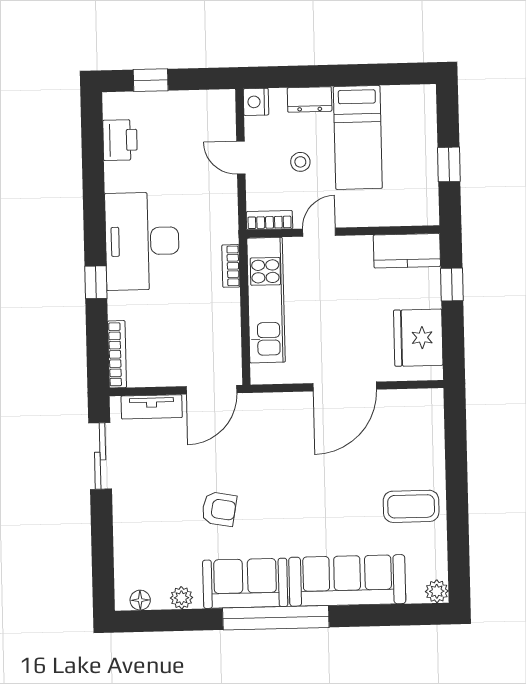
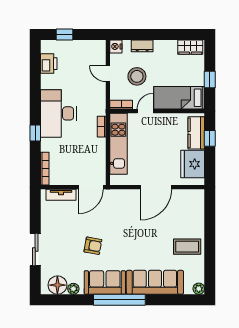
wardrobe: (408, 99) -> (190, 47), added
bed: (358, 137) -> (179, 98), moved, turned 90
stool: (300, 162) -> (137, 76), width x1.89, depth x1.89
kitchen counter: (407, 251) -> (196, 133), moved, turned 90
sliding door: (100, 456) -> (35, 250), moved
floor lamp: (140, 600) -> (57, 285), width x1.89, depth x1.89

